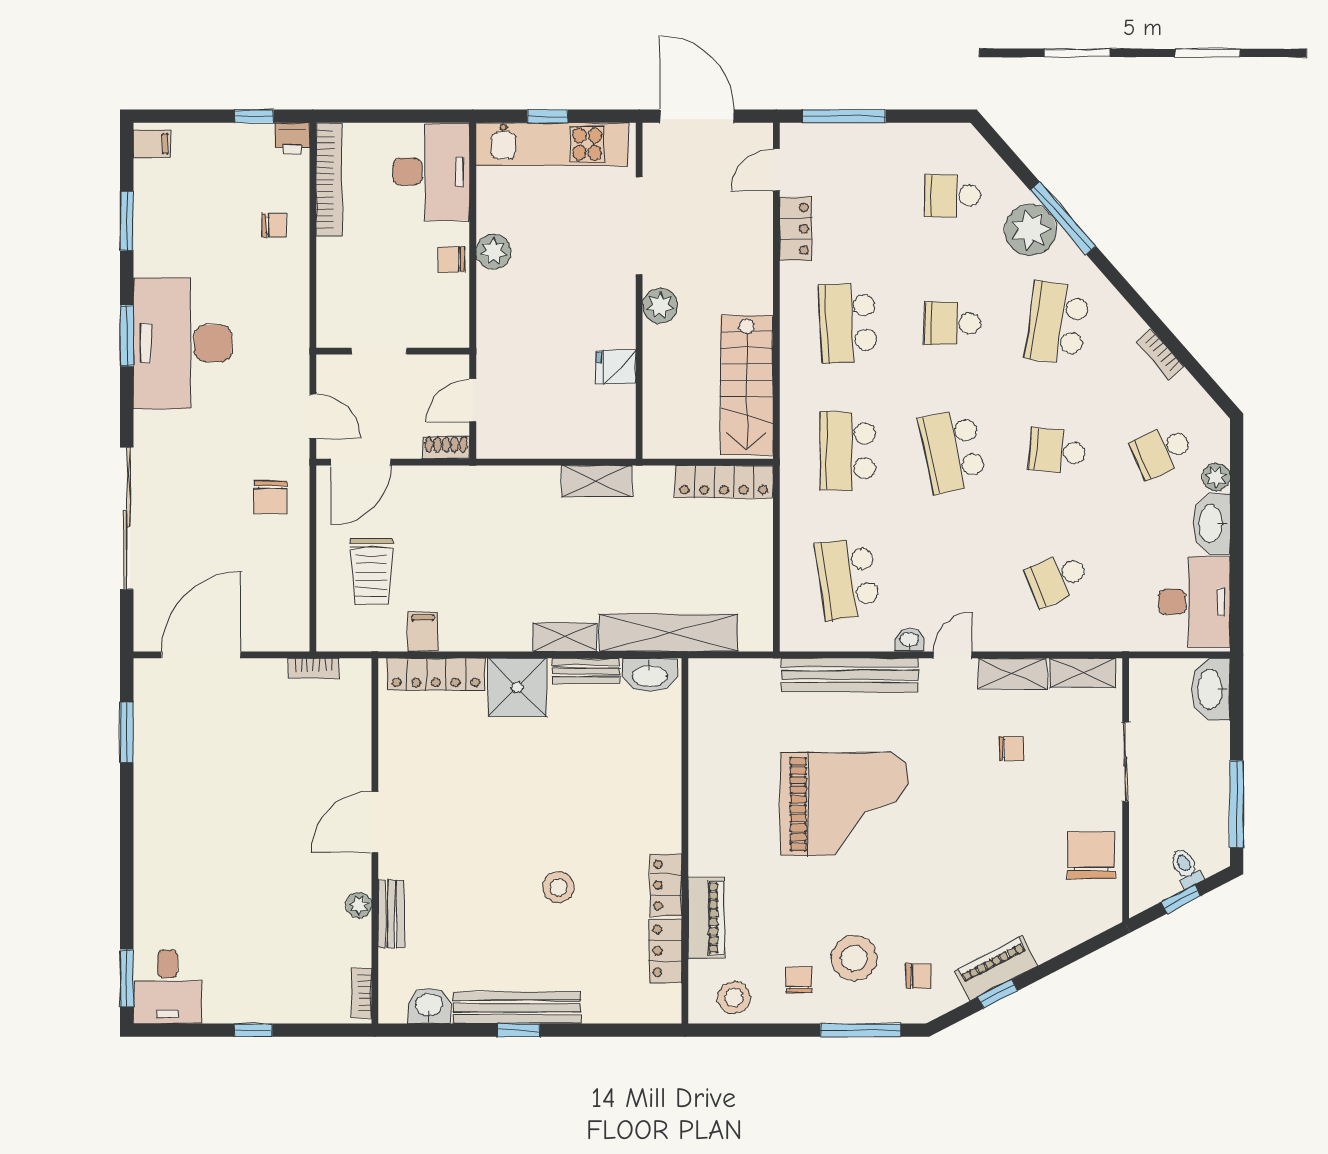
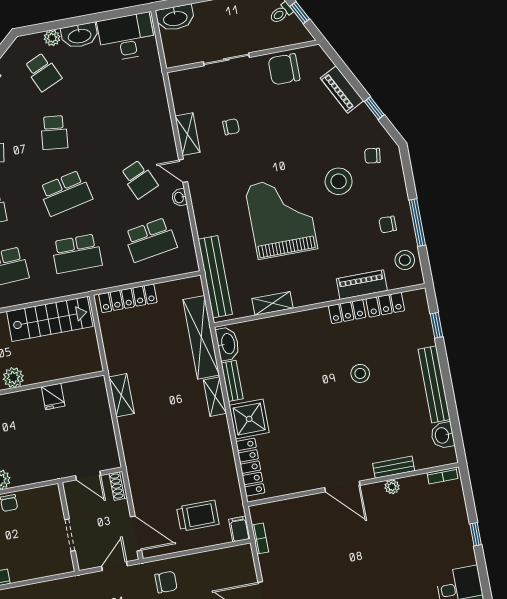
locker: (724, 482) -> (128, 298), moved, turned 90
school desk: (1057, 579) -> (139, 179), moved
filing cabinet: (423, 632) -> (239, 529), moved, turned 90
shelving: (1083, 673) -> (273, 303), moved, turned 90
bench: (850, 675) -> (215, 277), moved
chair: (1011, 749) -> (231, 127), turned 89
stool: (854, 958) -> (339, 181), moved
piano: (996, 968) -> (342, 89), moved
chair: (919, 976) -> (372, 156), turned -82
window: (519, 1030) -> (437, 325), moved
window: (861, 1030) -> (417, 223), moved

